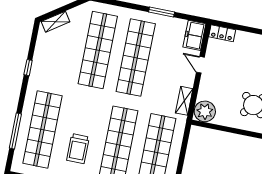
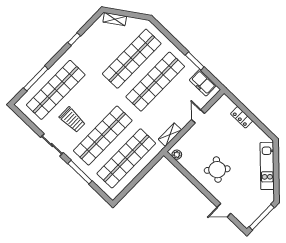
locker: (222, 33) -> (242, 117), moved
freezer: (194, 35) -> (203, 83), moved, turned -90
plant: (205, 111) -> (177, 155), width x0.53, depth x0.53
trolley: (78, 149) -> (72, 120), turned -90

